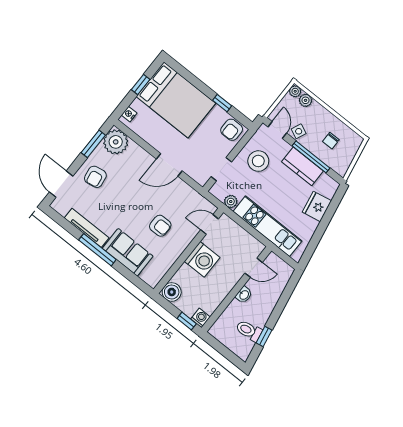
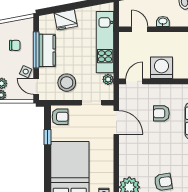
door: (277, 130) -> (36, 86), hinge flipped
door: (169, 165) -> (116, 122), moved
door: (210, 224) -> (134, 81), swing flipped
armchair: (160, 226) -> (161, 113), turned -90

